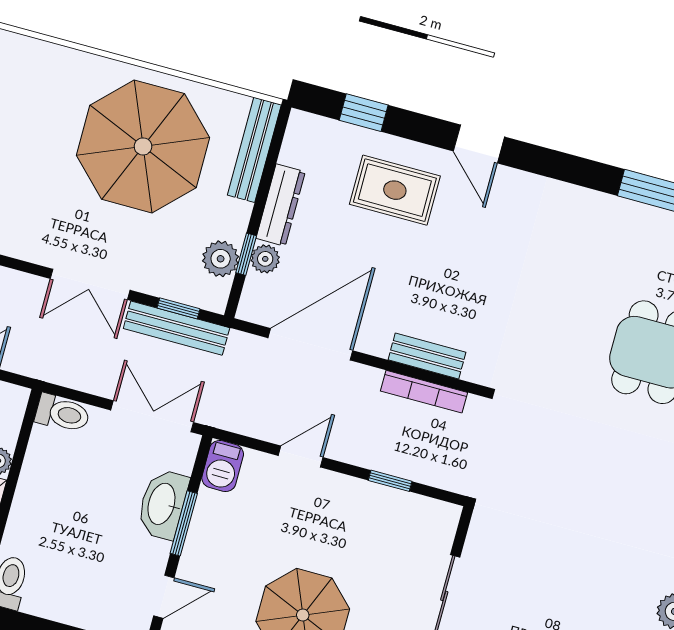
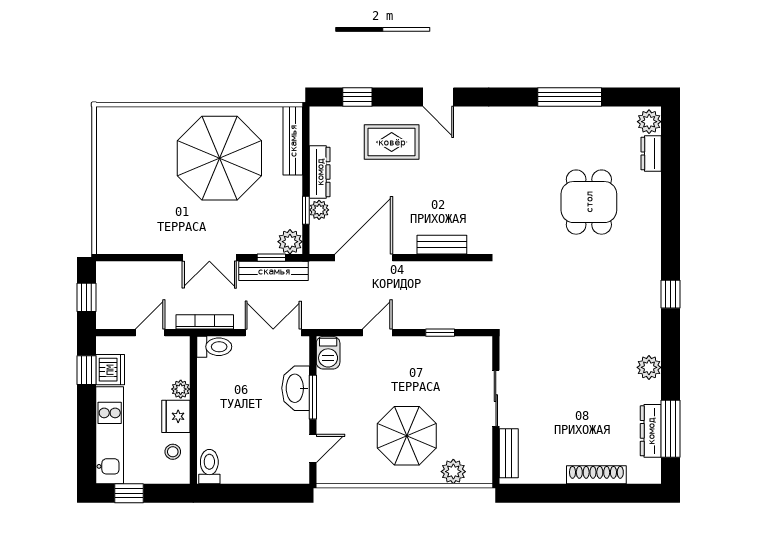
plant: (221, 259) -> (290, 242), moved
bookcase: (424, 392) -> (205, 322), moved, turned 180

